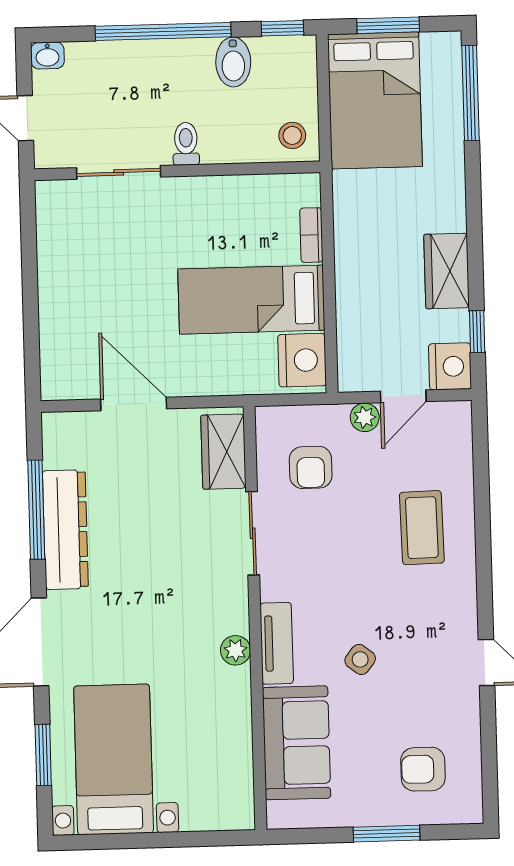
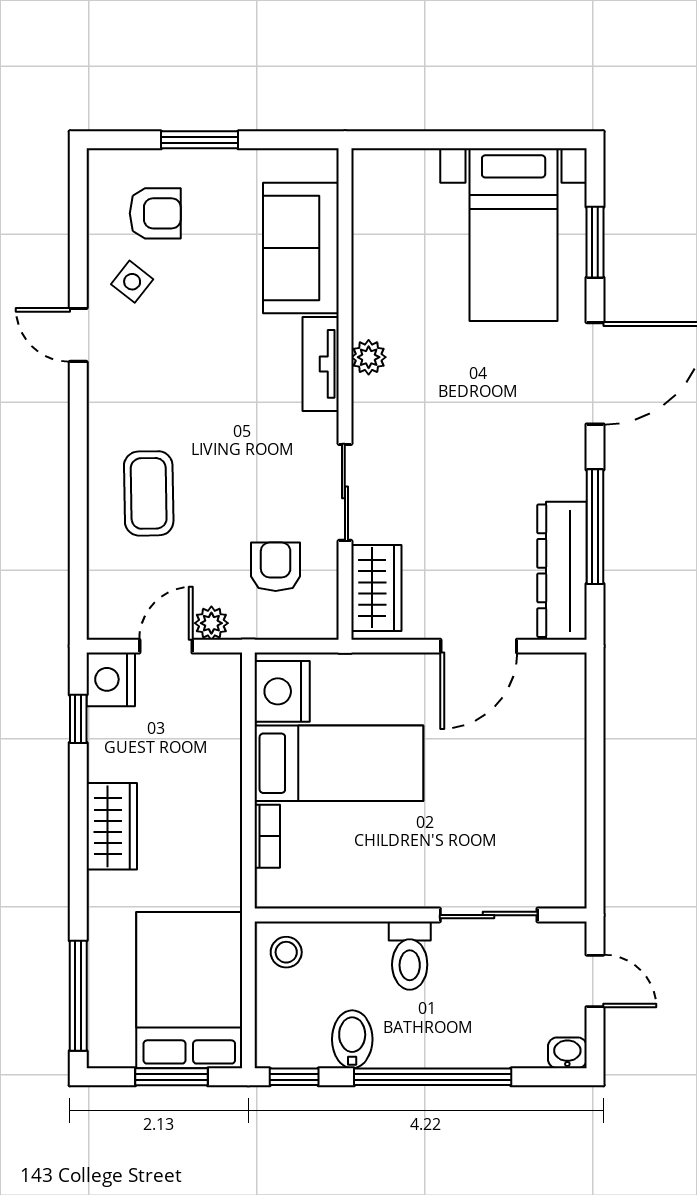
toilet: (186, 144) -> (410, 956), width x1.37, depth x1.39
wardrobe: (447, 271) -> (112, 826), moved
door: (134, 404) -> (479, 646), hinge flipped
dresser: (65, 530) -> (562, 571), moved
side table: (360, 659) -> (132, 282), moved

